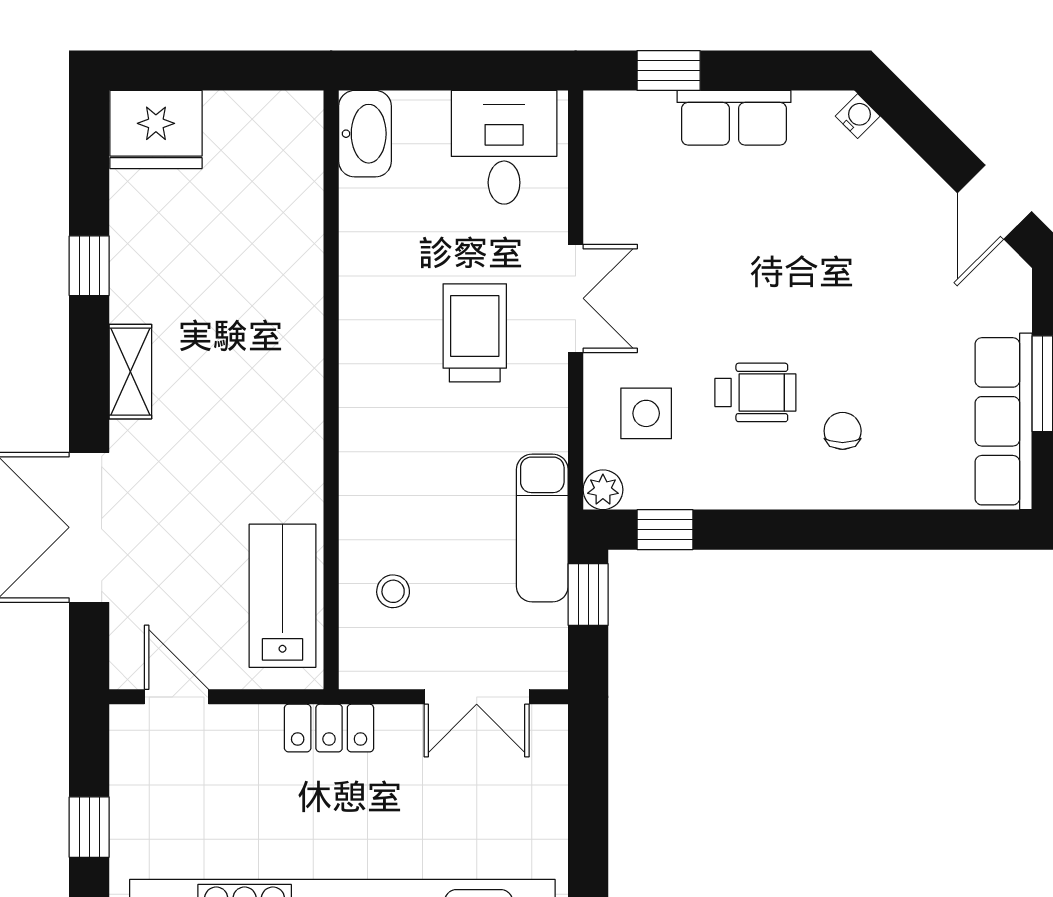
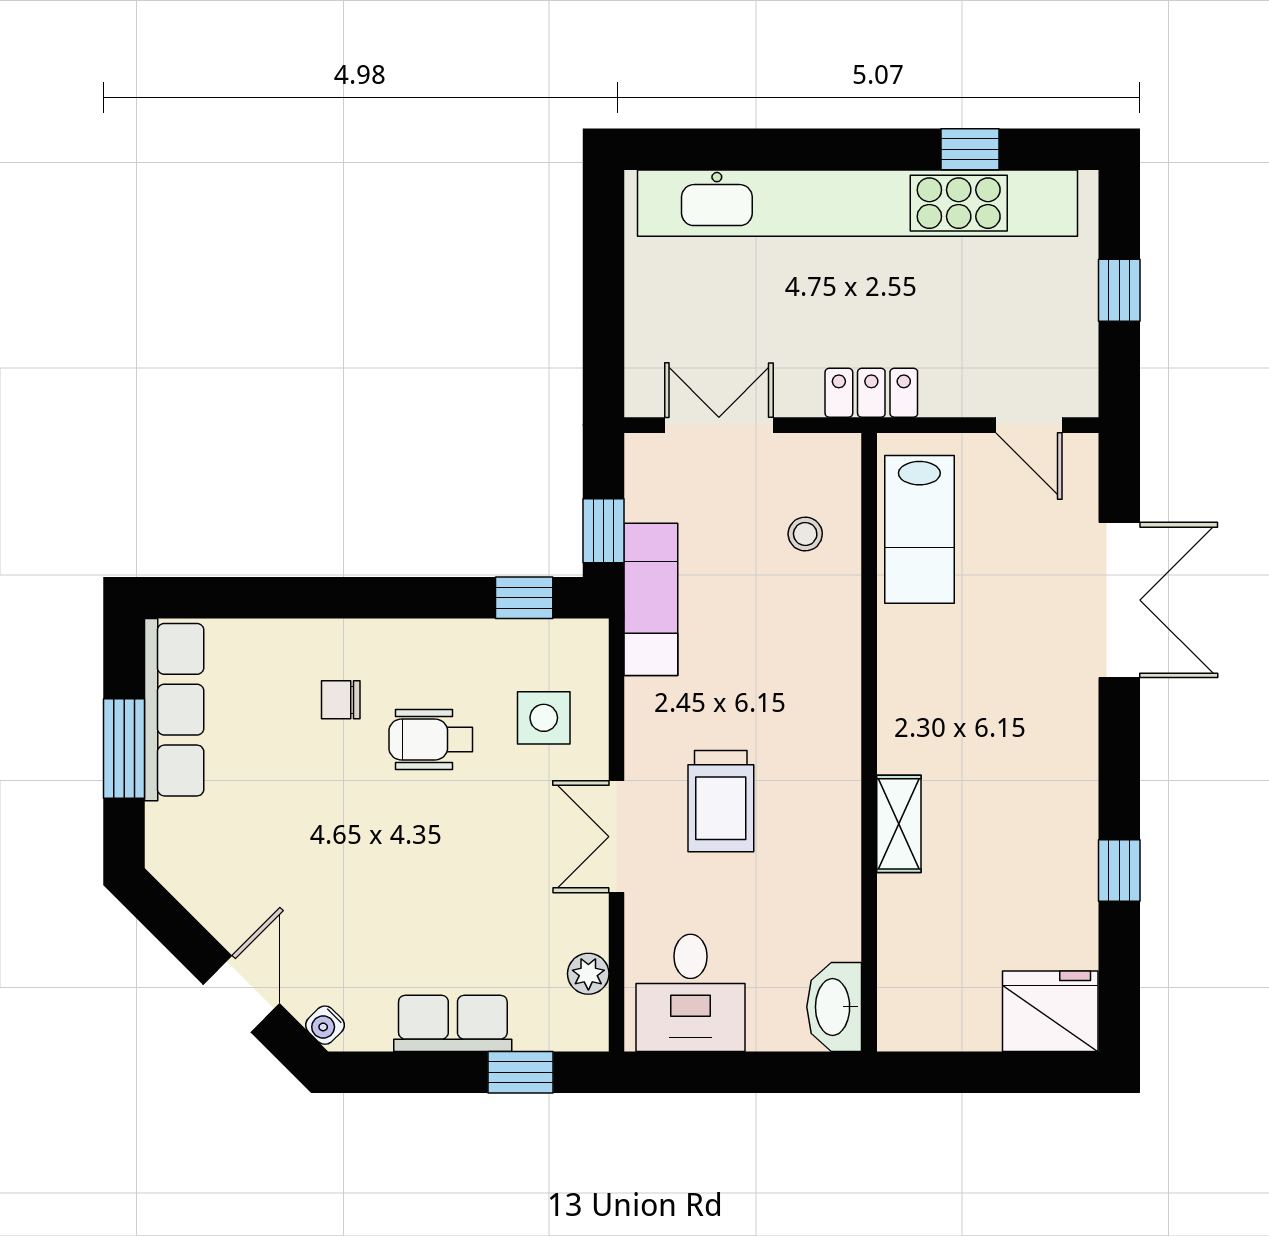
door: (995, 202) -> (241, 994), moved
shelving: (130, 372) -> (899, 824), moved
chair: (843, 431) -> (341, 700), turned 90
plant: (603, 490) -> (588, 974), moved

